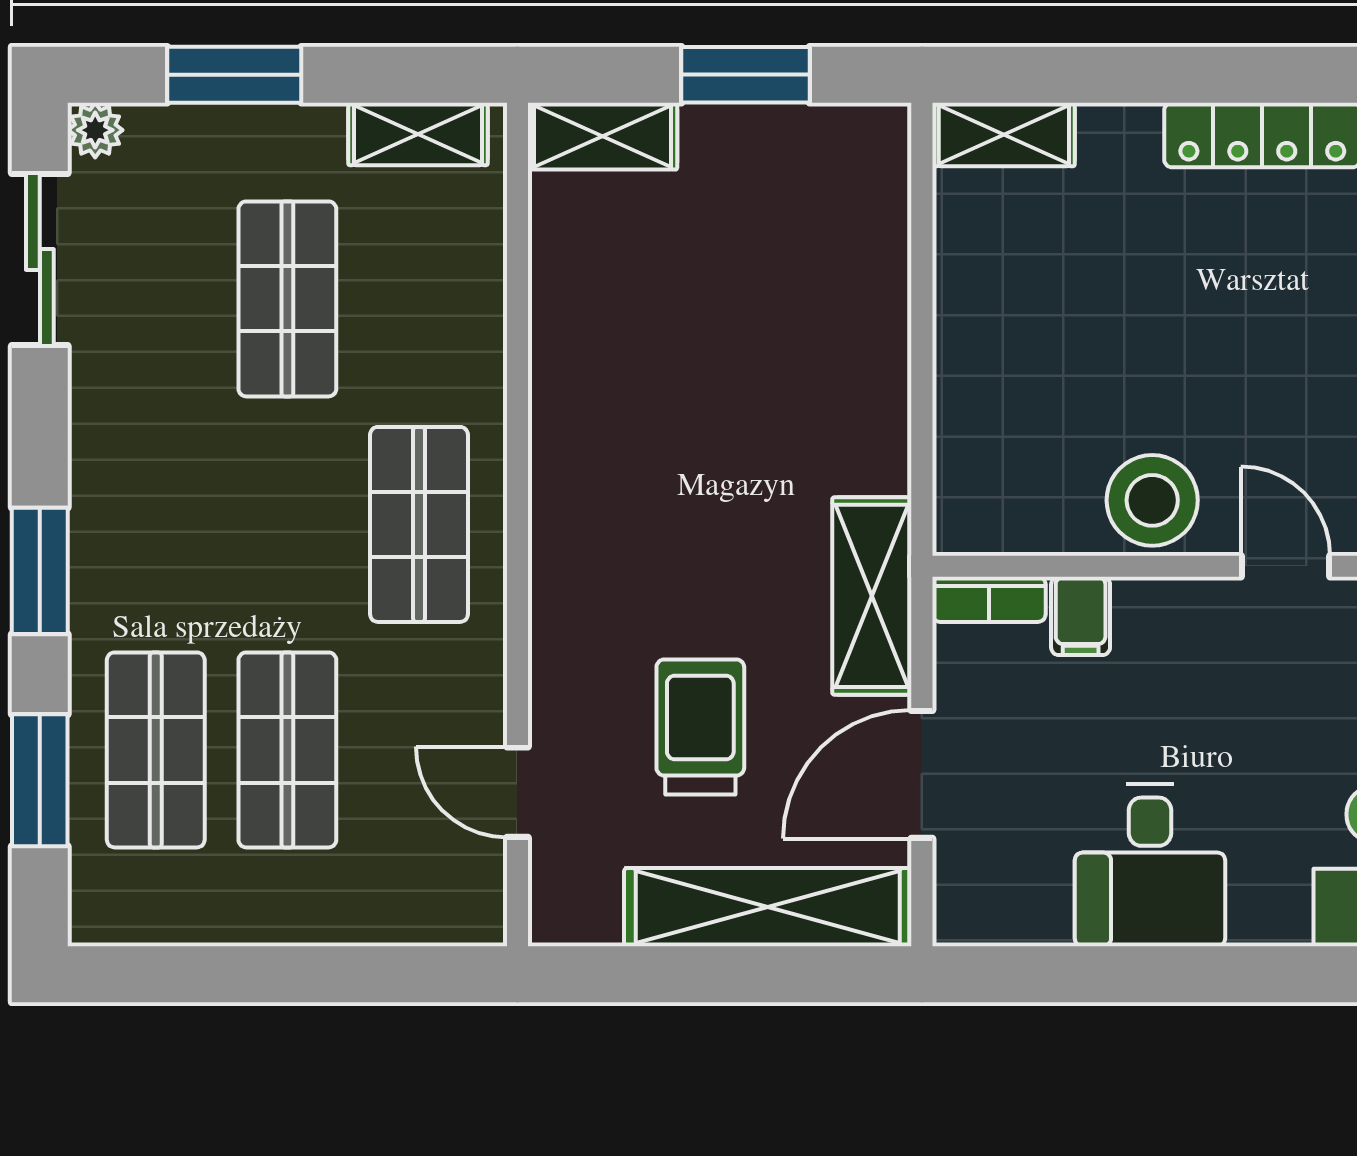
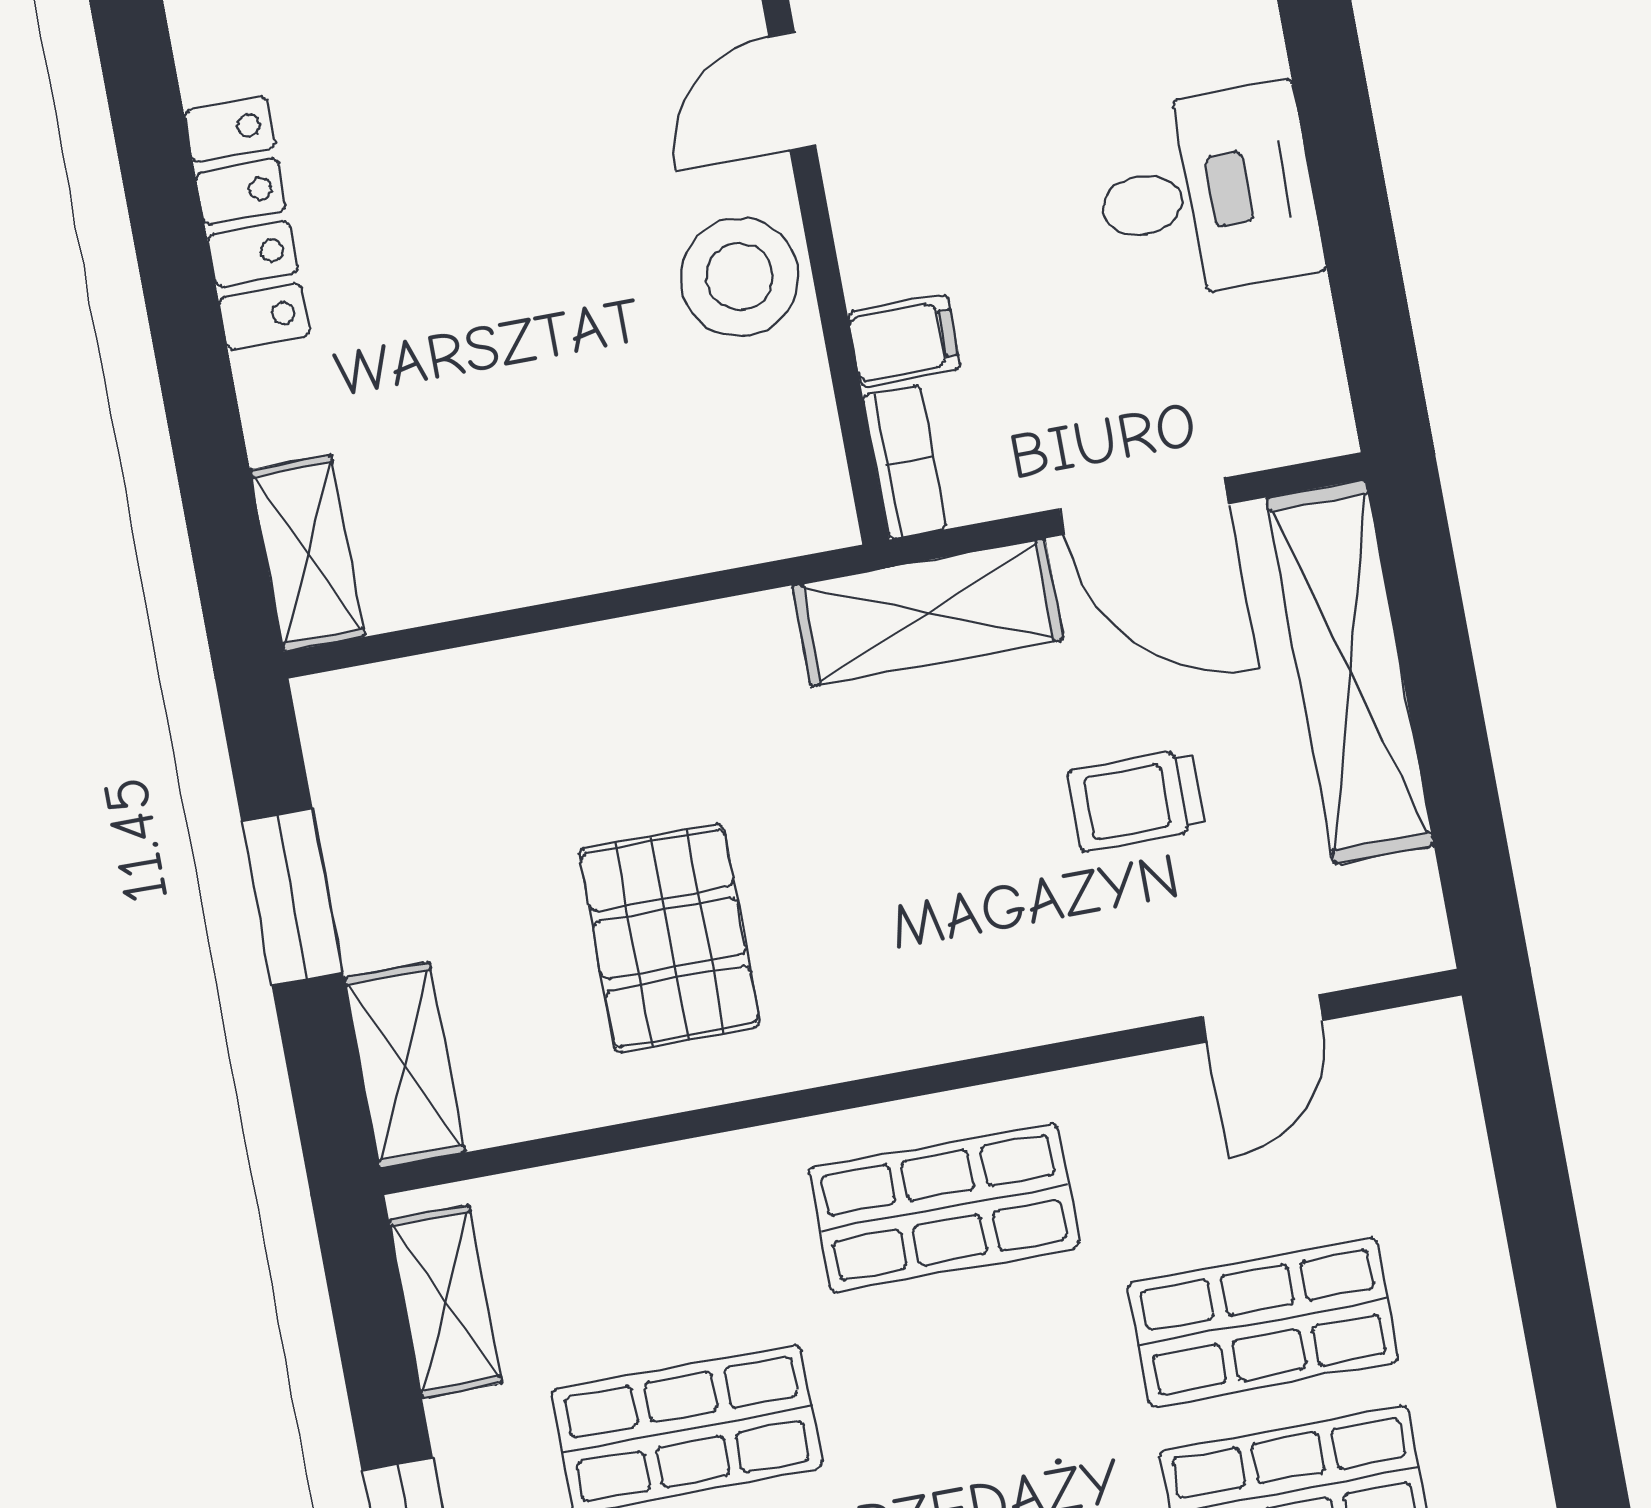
pallet: (661, 355) -> (669, 938), added
trolley: (700, 727) -> (1136, 800), width x0.73, depth x0.72

